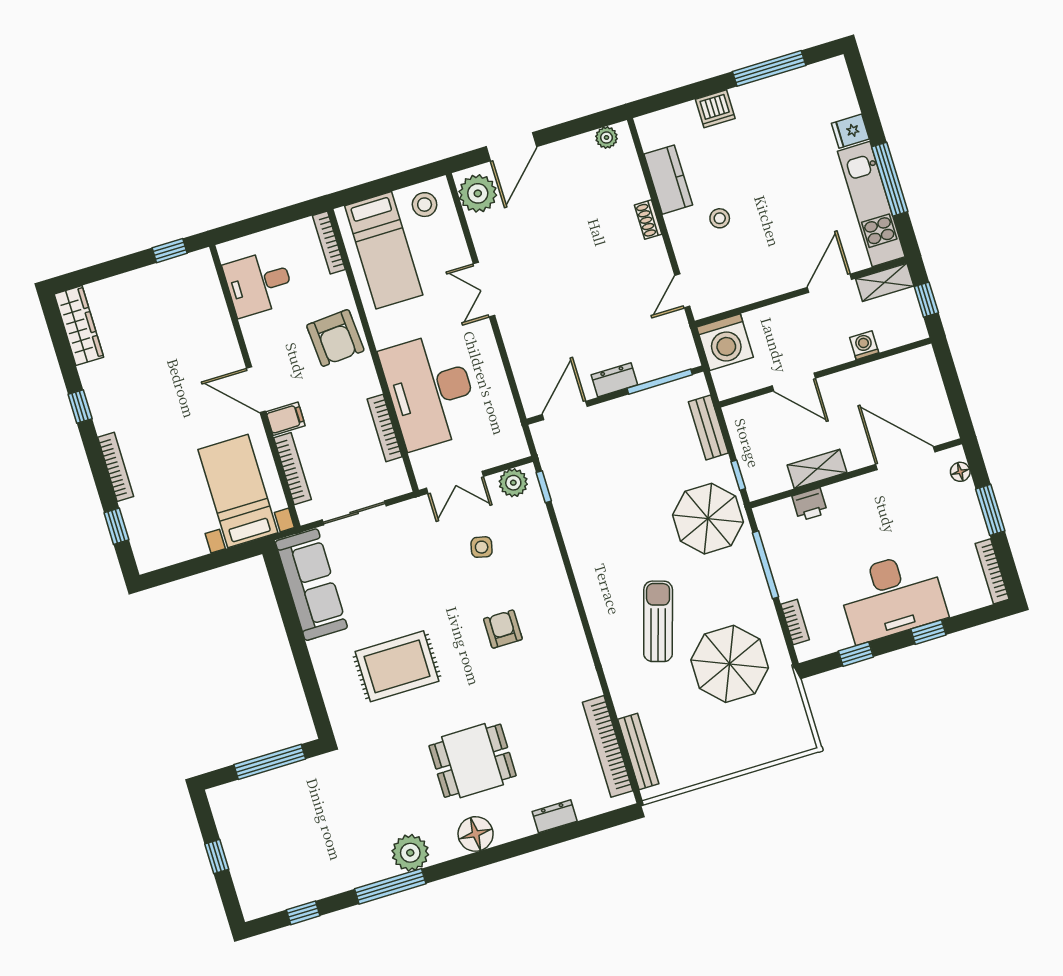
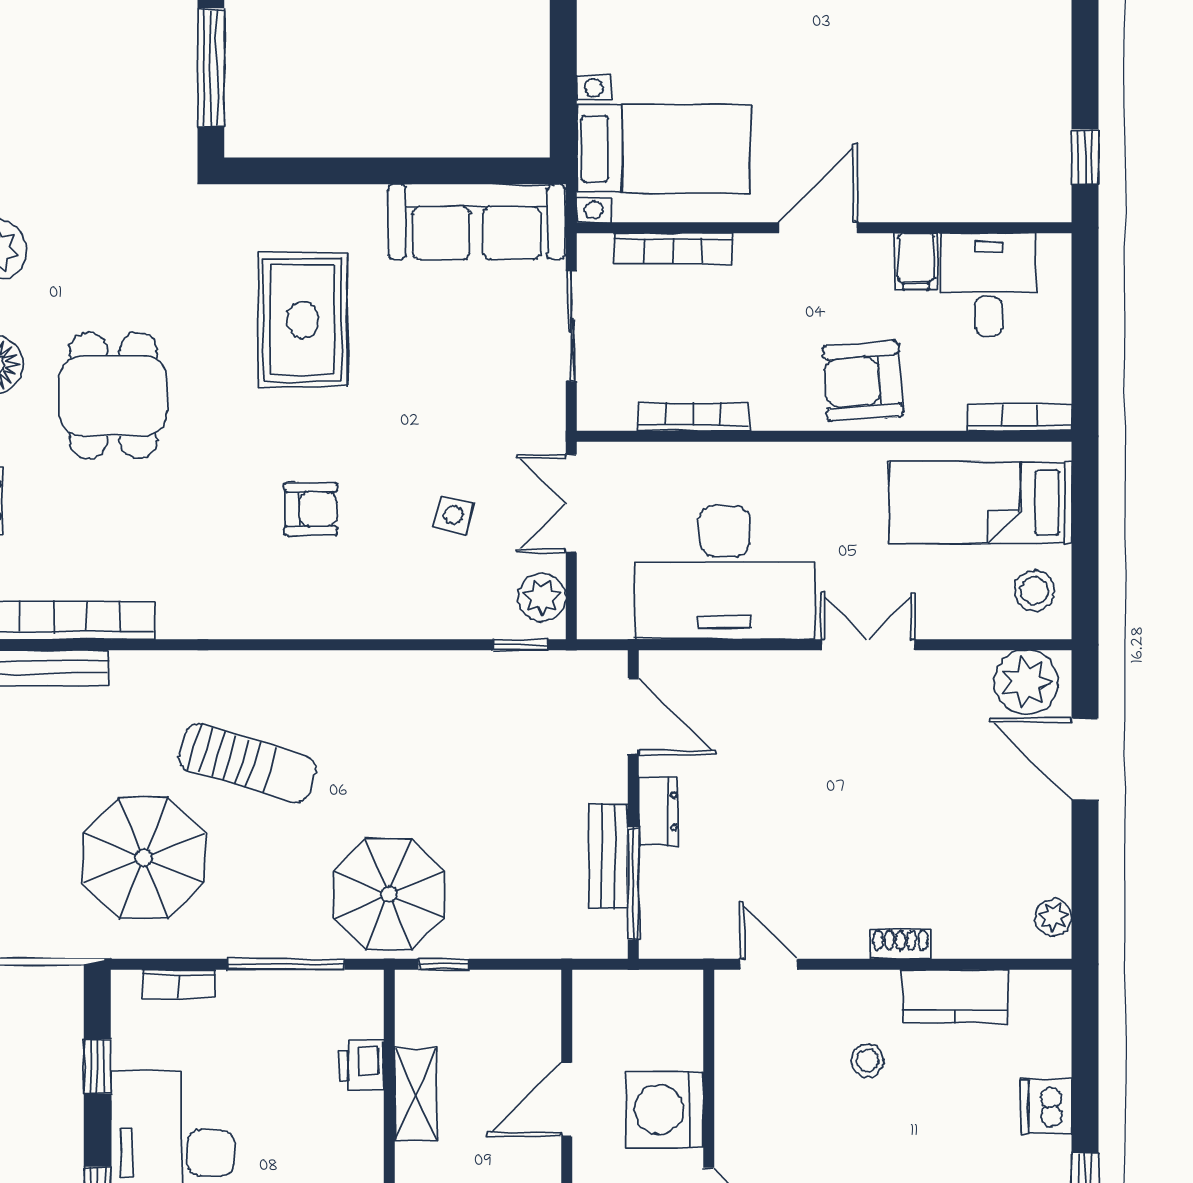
washing machine: (725, 342) -> (665, 1110), moved
desk: (430, 391) -> (725, 572), moved, turned 180
filing cabinet: (286, 419) -> (916, 261), moved
bench: (708, 427) -> (608, 856), moved, turned 90

